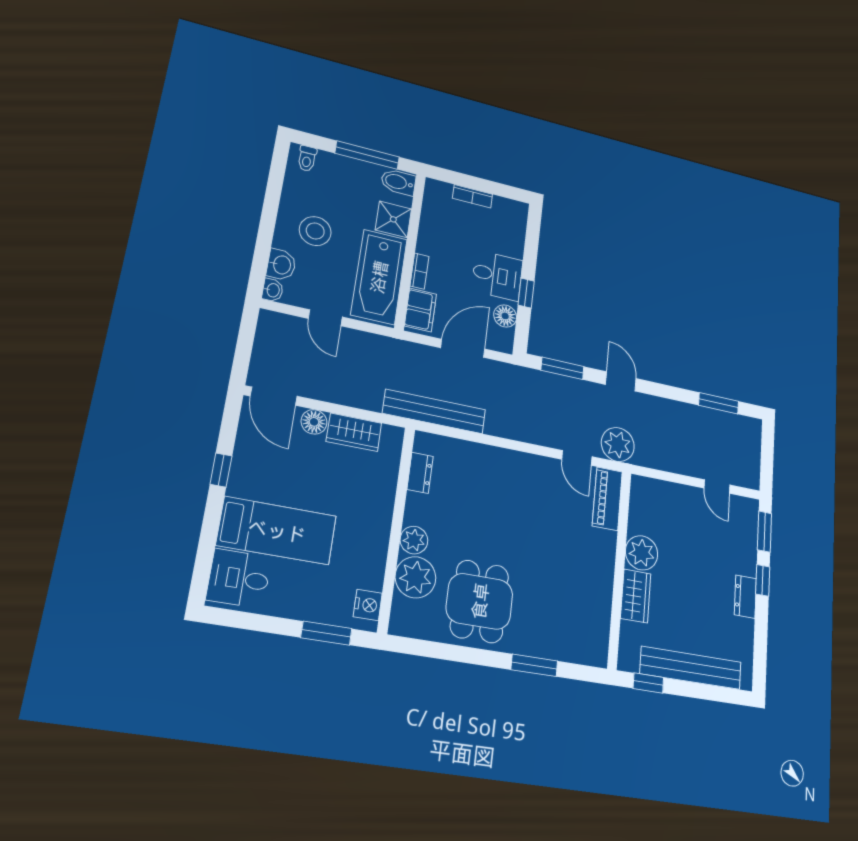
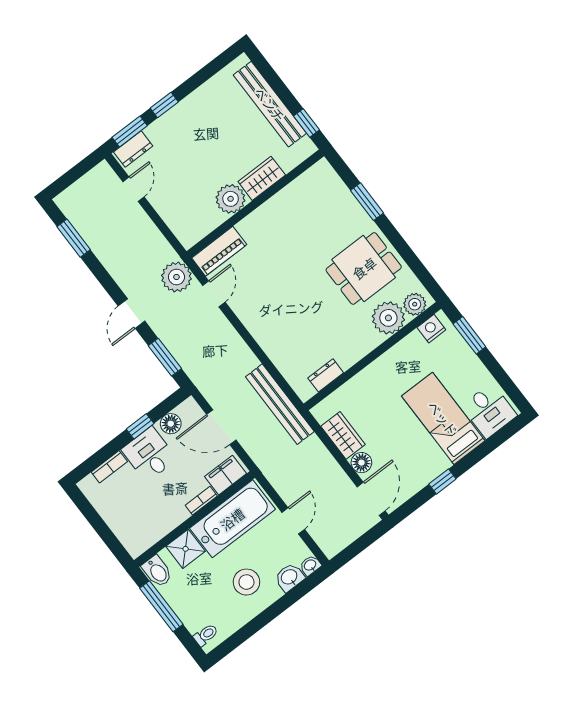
bookcase: (473, 196) -> (109, 467), moved, turned 90
plant: (414, 540) -> (415, 304), moved
dresser: (745, 597) -> (133, 149), moved

